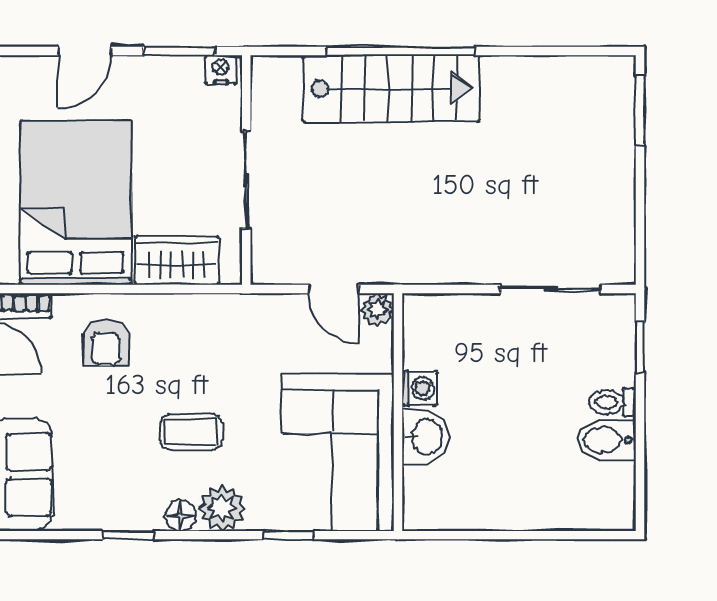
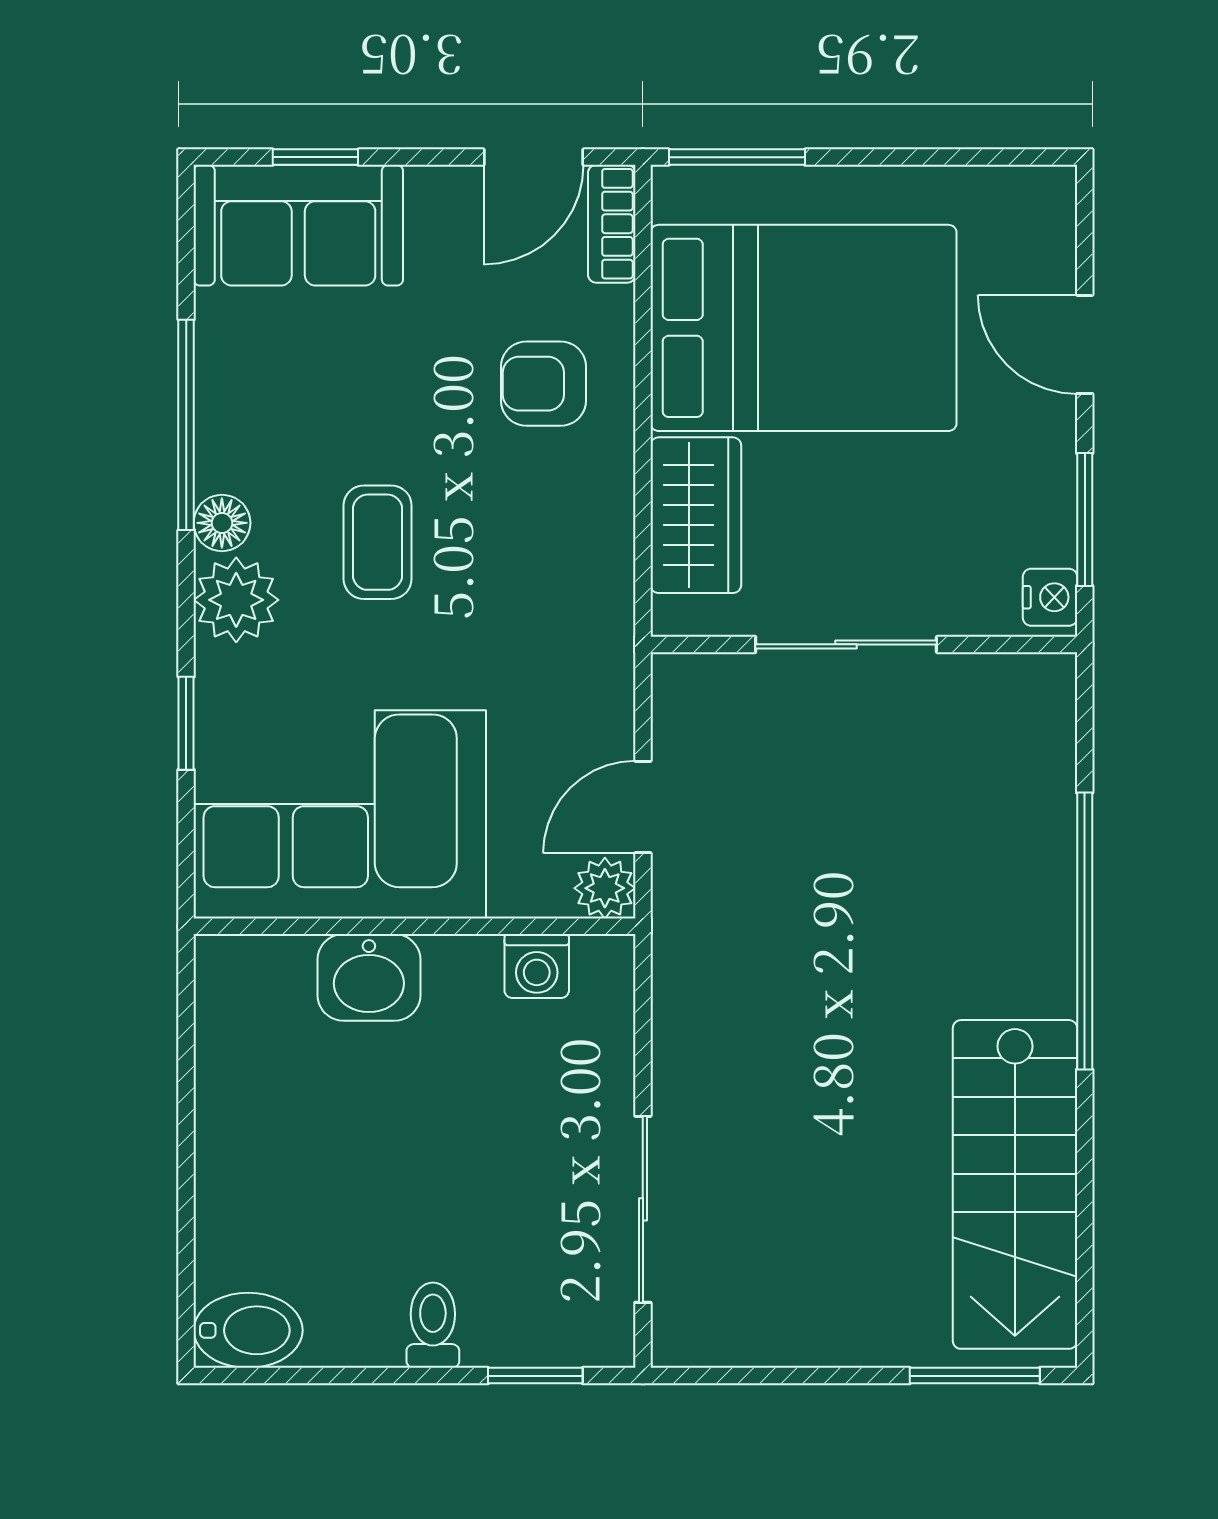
stairs: (391, 89) -> (1015, 1184), moved
washing machine: (419, 388) -> (537, 966), moved
bidet: (607, 440) -> (248, 1330), moved, turned 90
window: (128, 535) -> (186, 425), width x2.17

